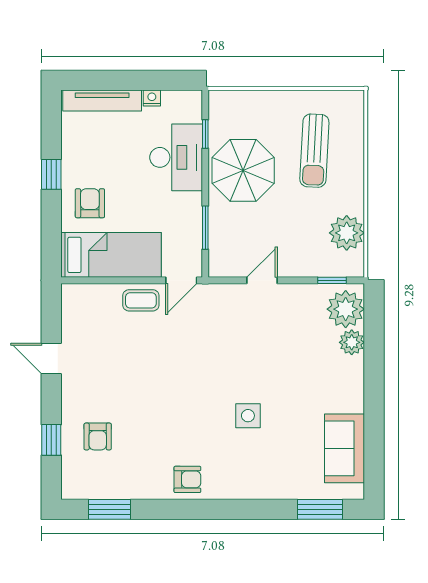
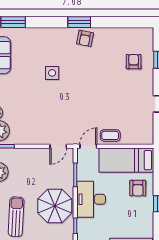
desk: (176, 157) -> (91, 199), moved
door: (262, 280) -> (58, 146), moved
armchair: (187, 479) -> (85, 38), turned -79
window: (109, 509) -> (79, 22), moved

